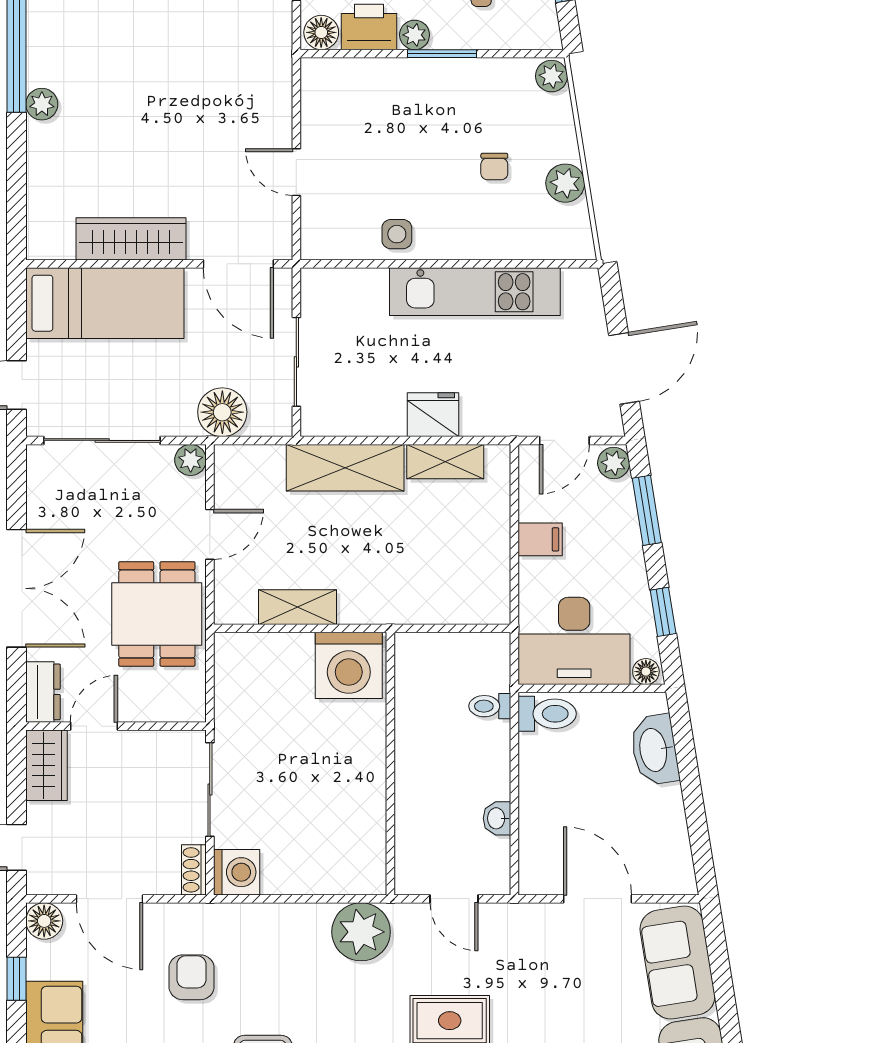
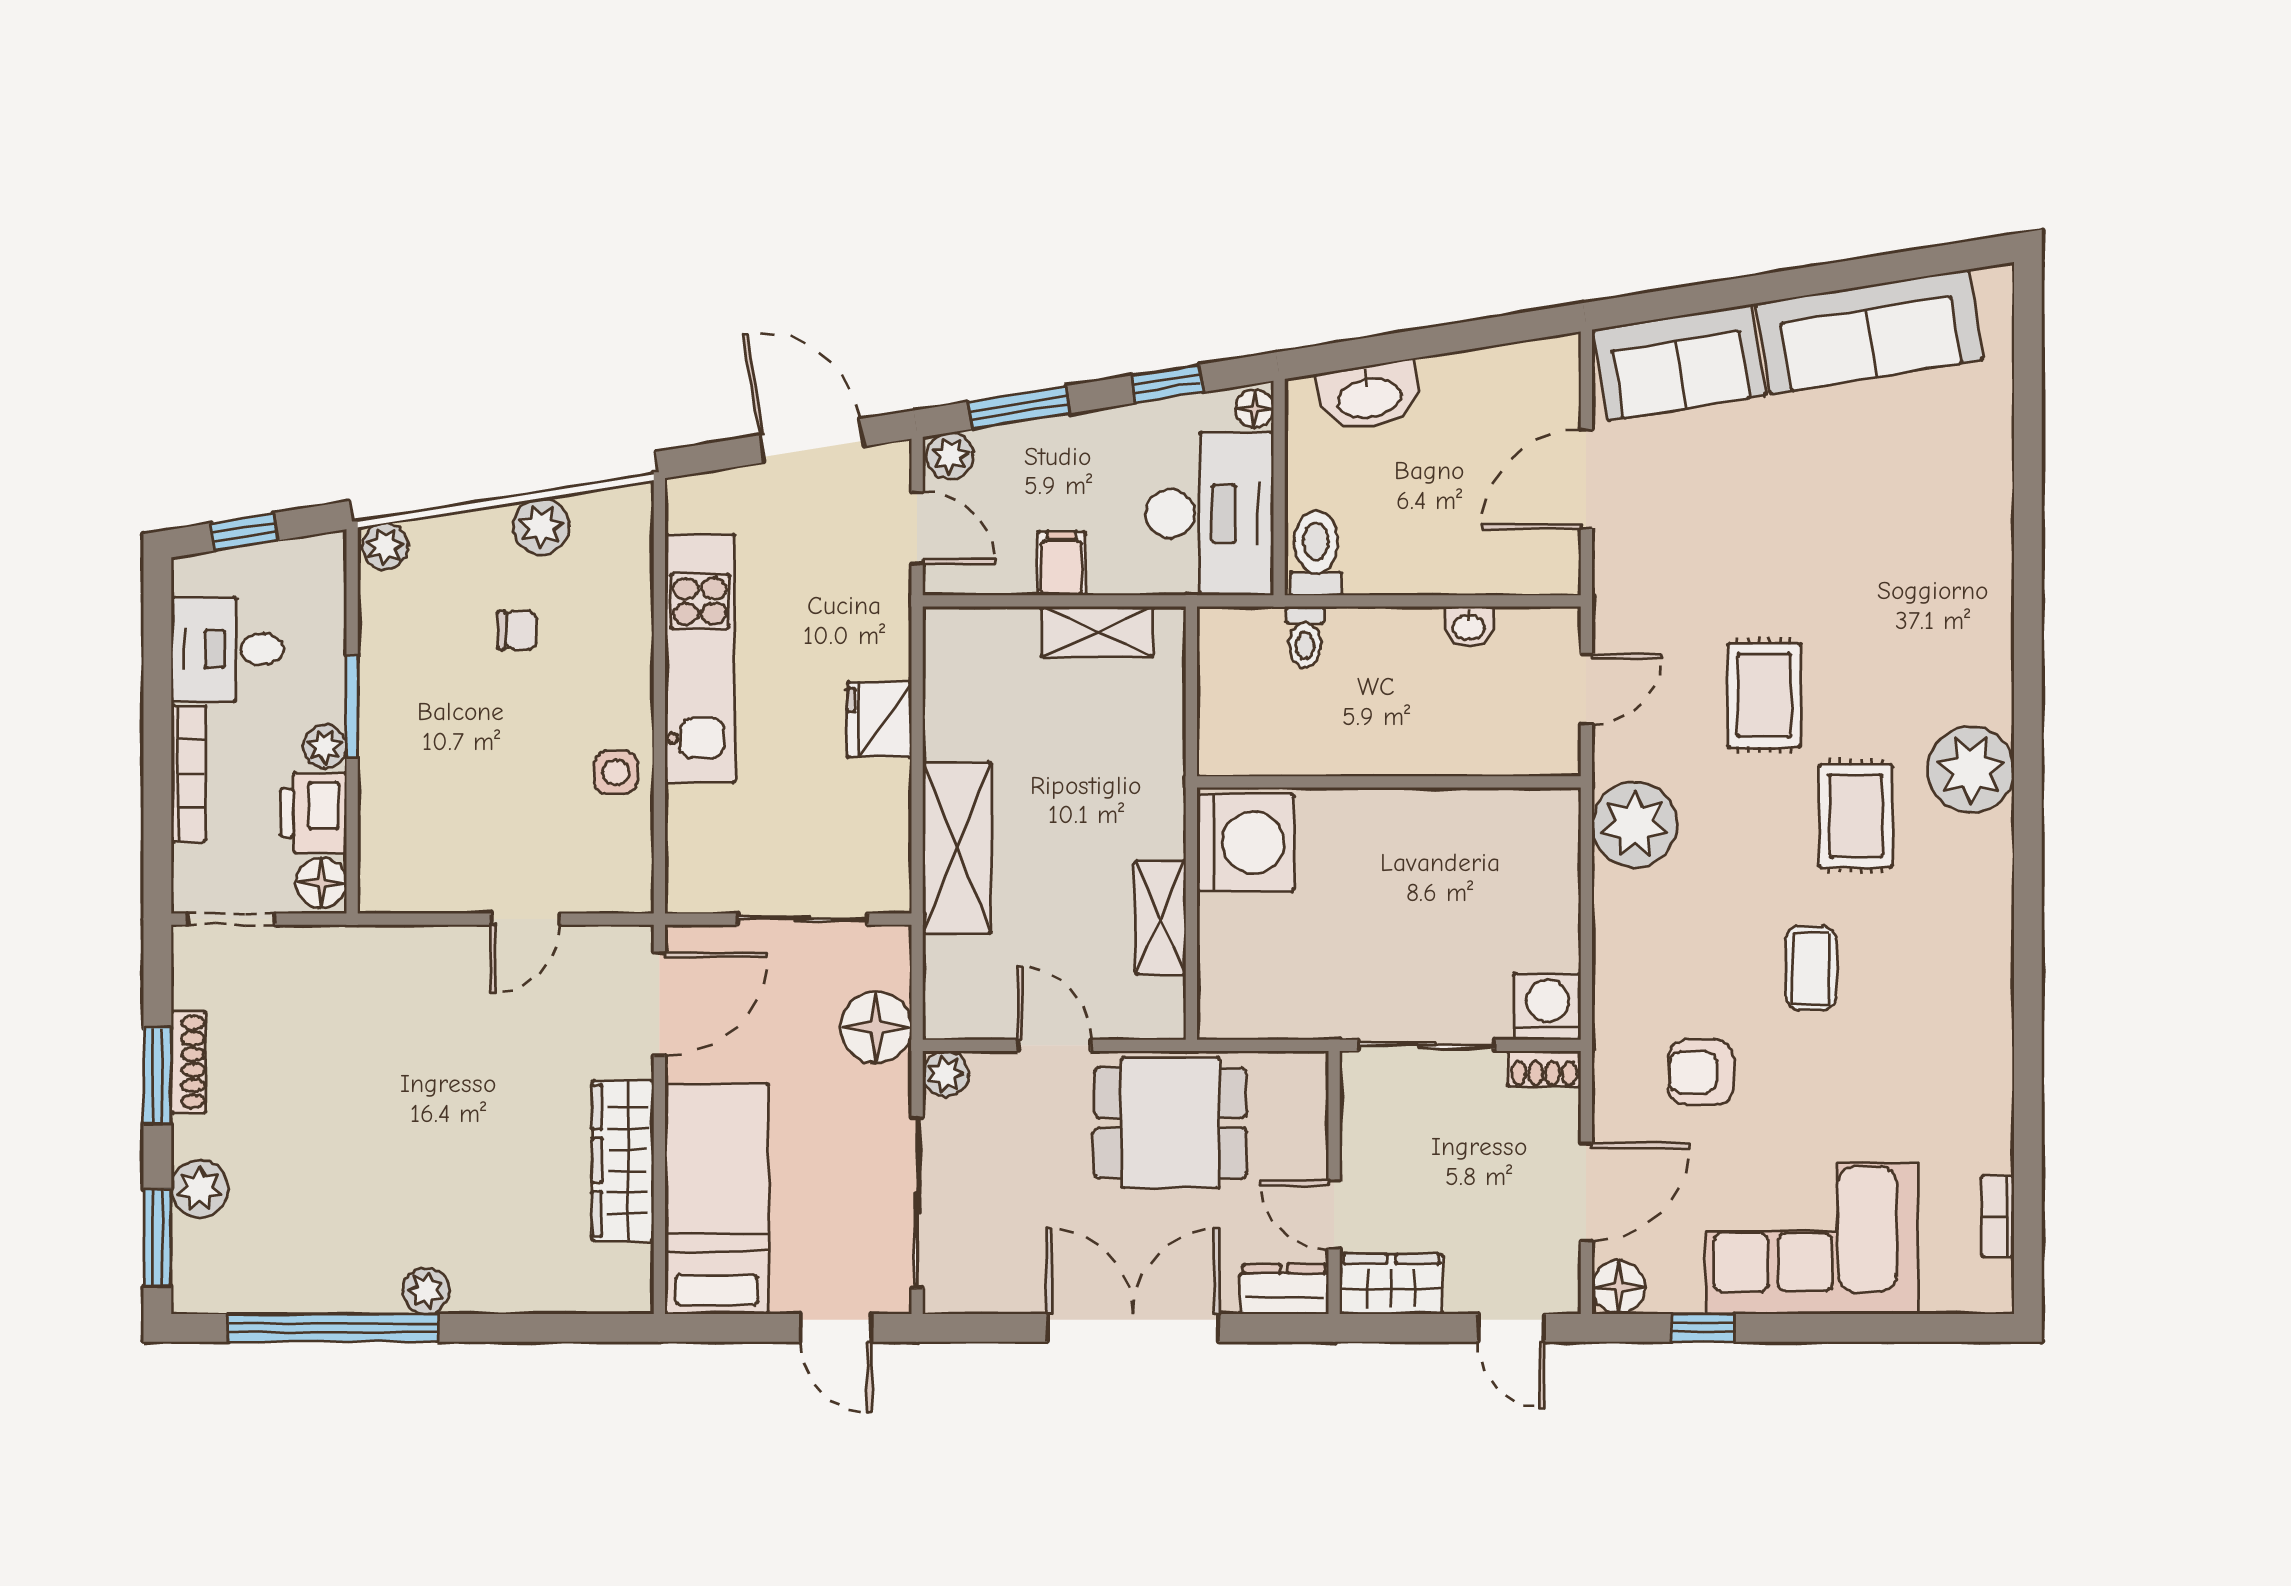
shelving: (445, 462) -> (1097, 632), moved, turned 90

